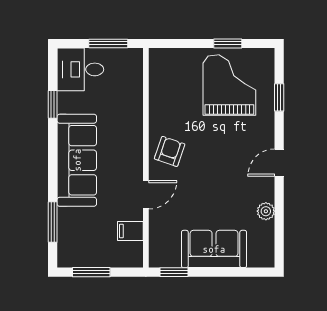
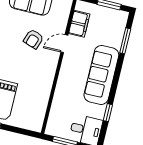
armchair: (170, 151) -> (34, 39), moved
filing cabinet: (130, 231) -> (79, 24), width x2.00

